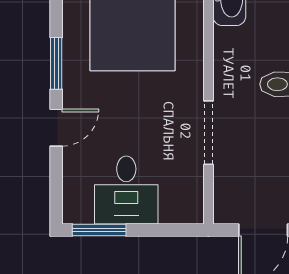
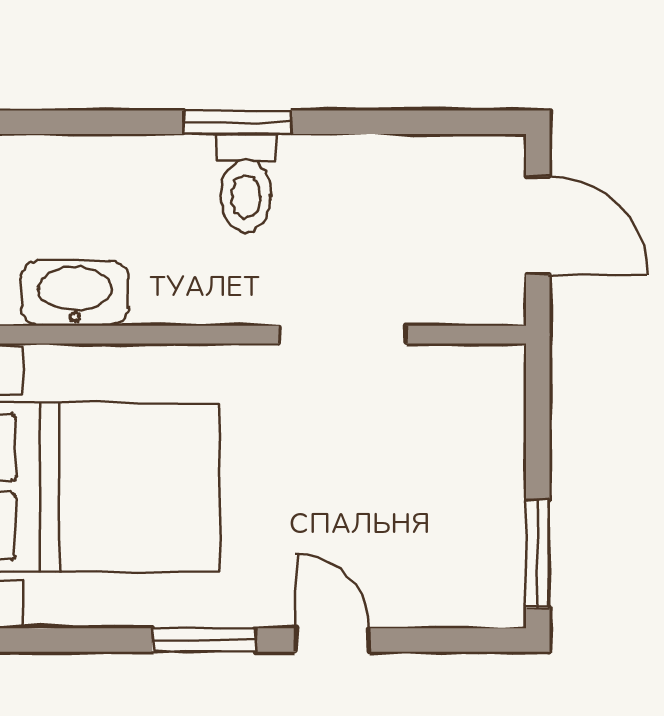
desk: (126, 190) -> (458, 499), removed

